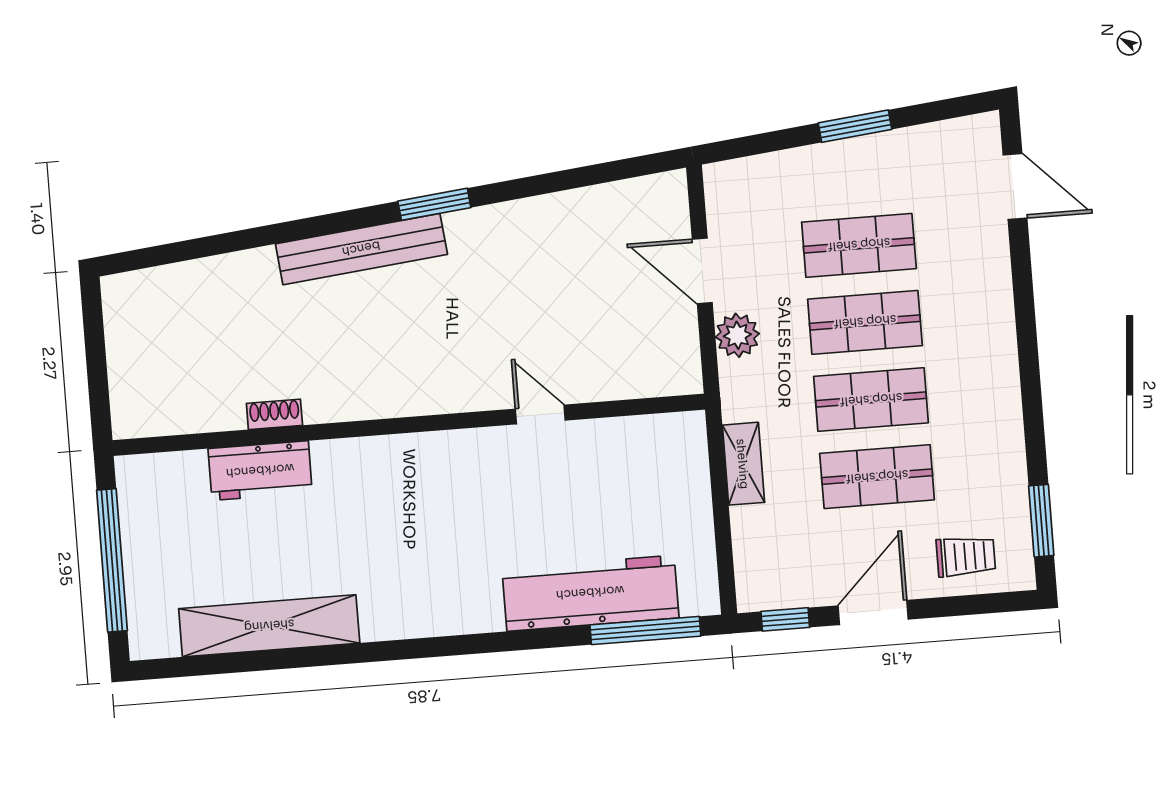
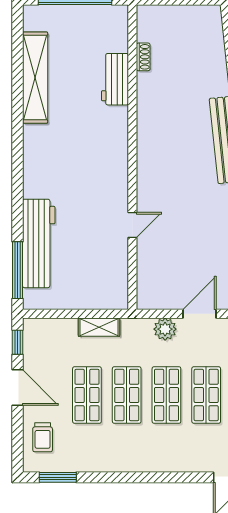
shoe rack: (274, 414) -> (143, 57), moved

